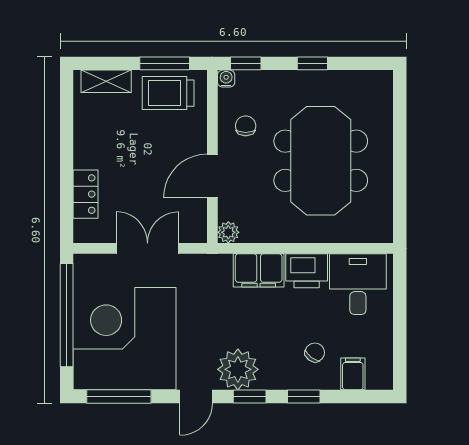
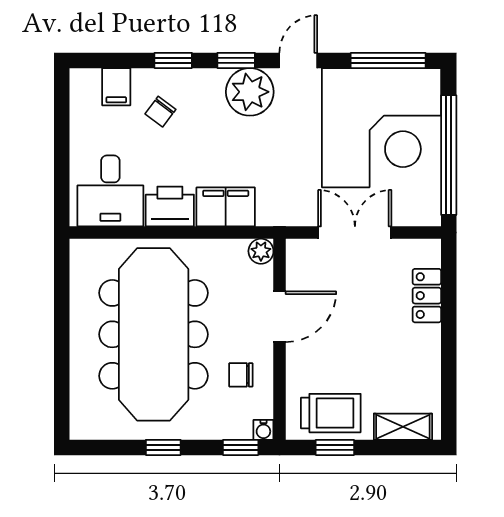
window: (165, 63) -> (335, 447), width x0.67
chair: (246, 126) -> (241, 375), turned 90
meeting table: (321, 161) -> (154, 334), width x1.36
double door: (148, 248) -> (355, 233), swing flipped

